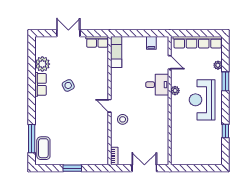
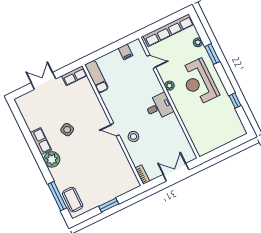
plant: (42, 64) -> (52, 159), moved
desk: (157, 85) -> (159, 107), moved

